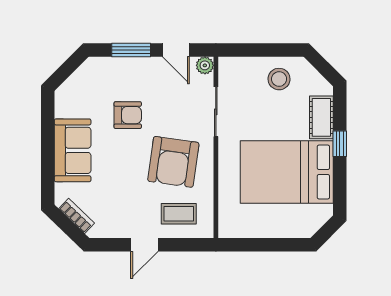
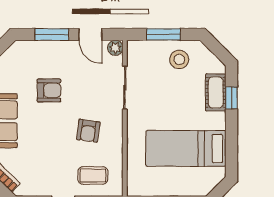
window: (261, 50) -> (164, 34), added
window: (340, 144) -> (231, 98), moved
armchair: (173, 162) -> (88, 131), width x0.53, depth x0.53
bed: (287, 172) -> (186, 148), width x0.67

